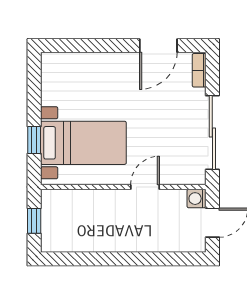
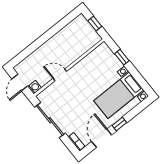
window: (116, 46) -> (119, 124), added
bed with nightstands: (83, 143) -> (119, 95), moved
door: (145, 187) -> (60, 75), swing flipped

